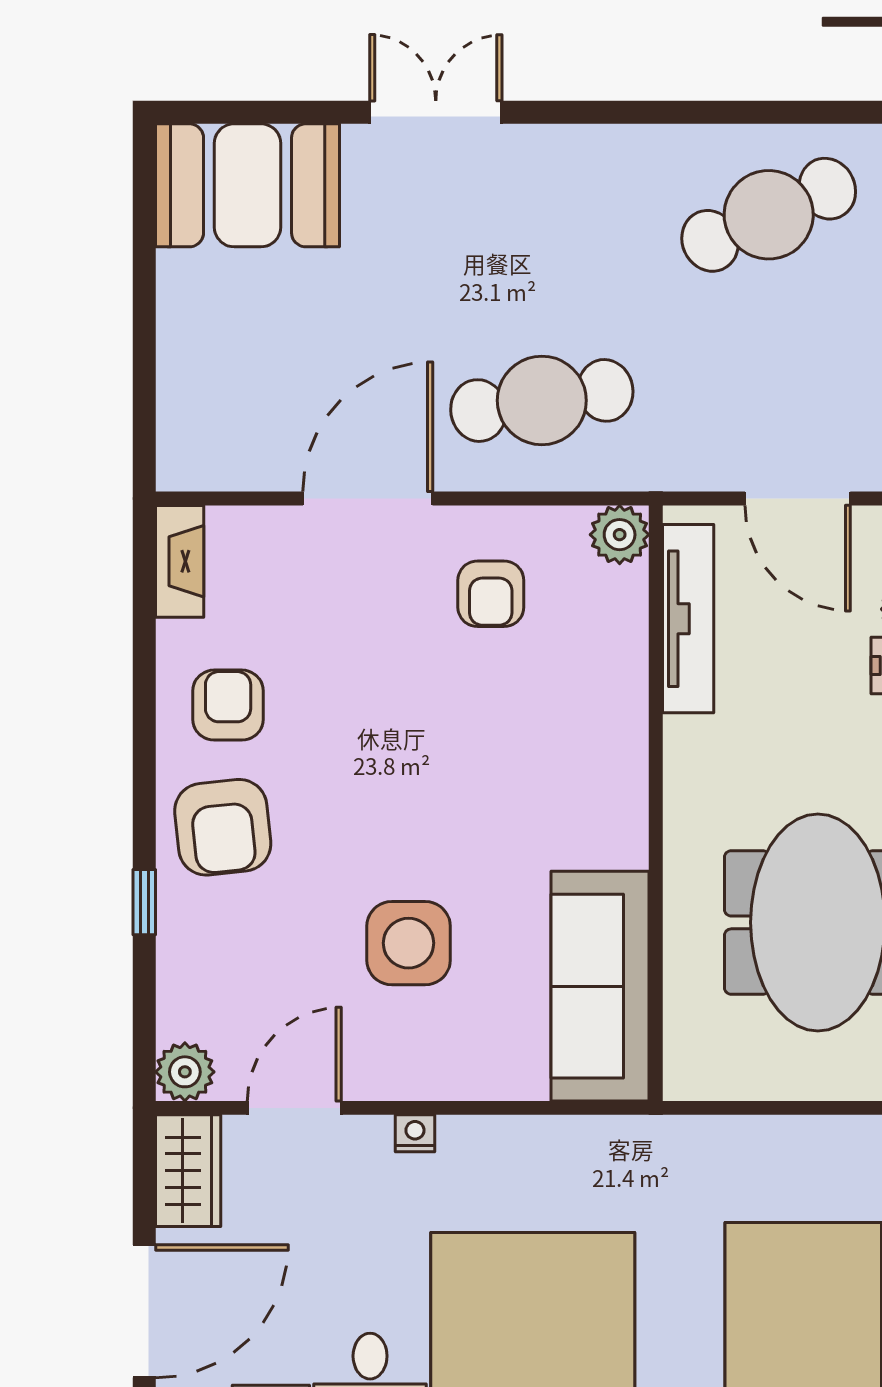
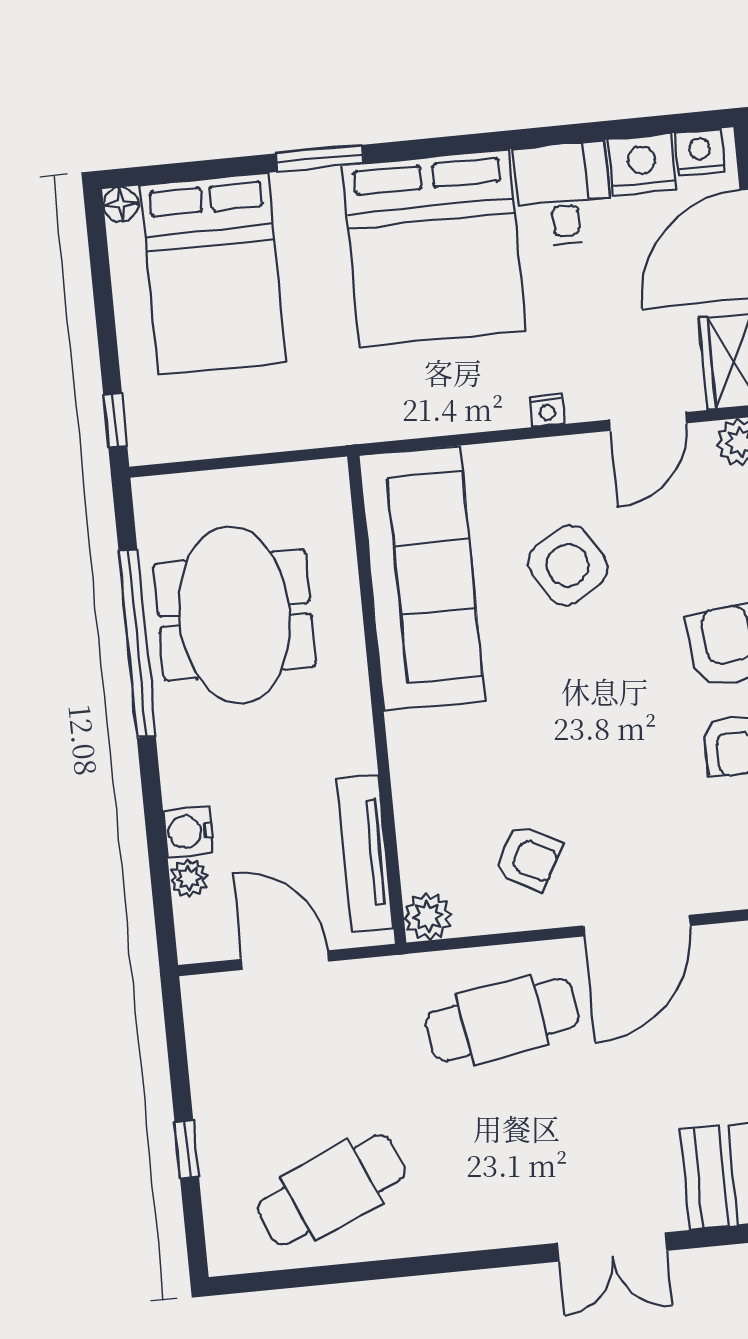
armchair: (491, 594) -> (528, 858), turned 119
side table: (409, 943) -> (568, 565), turned -32
sofa: (600, 986) -> (422, 578), width x1.36, depth x1.27

